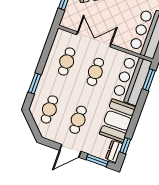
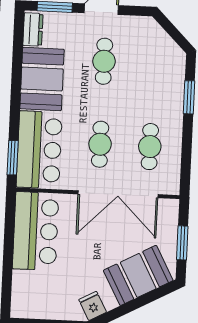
double door: (94, 39) -> (118, 194), width x1.36
cafe table: (49, 109) -> (154, 64), removed
window: (125, 146) -> (18, 44), removed

